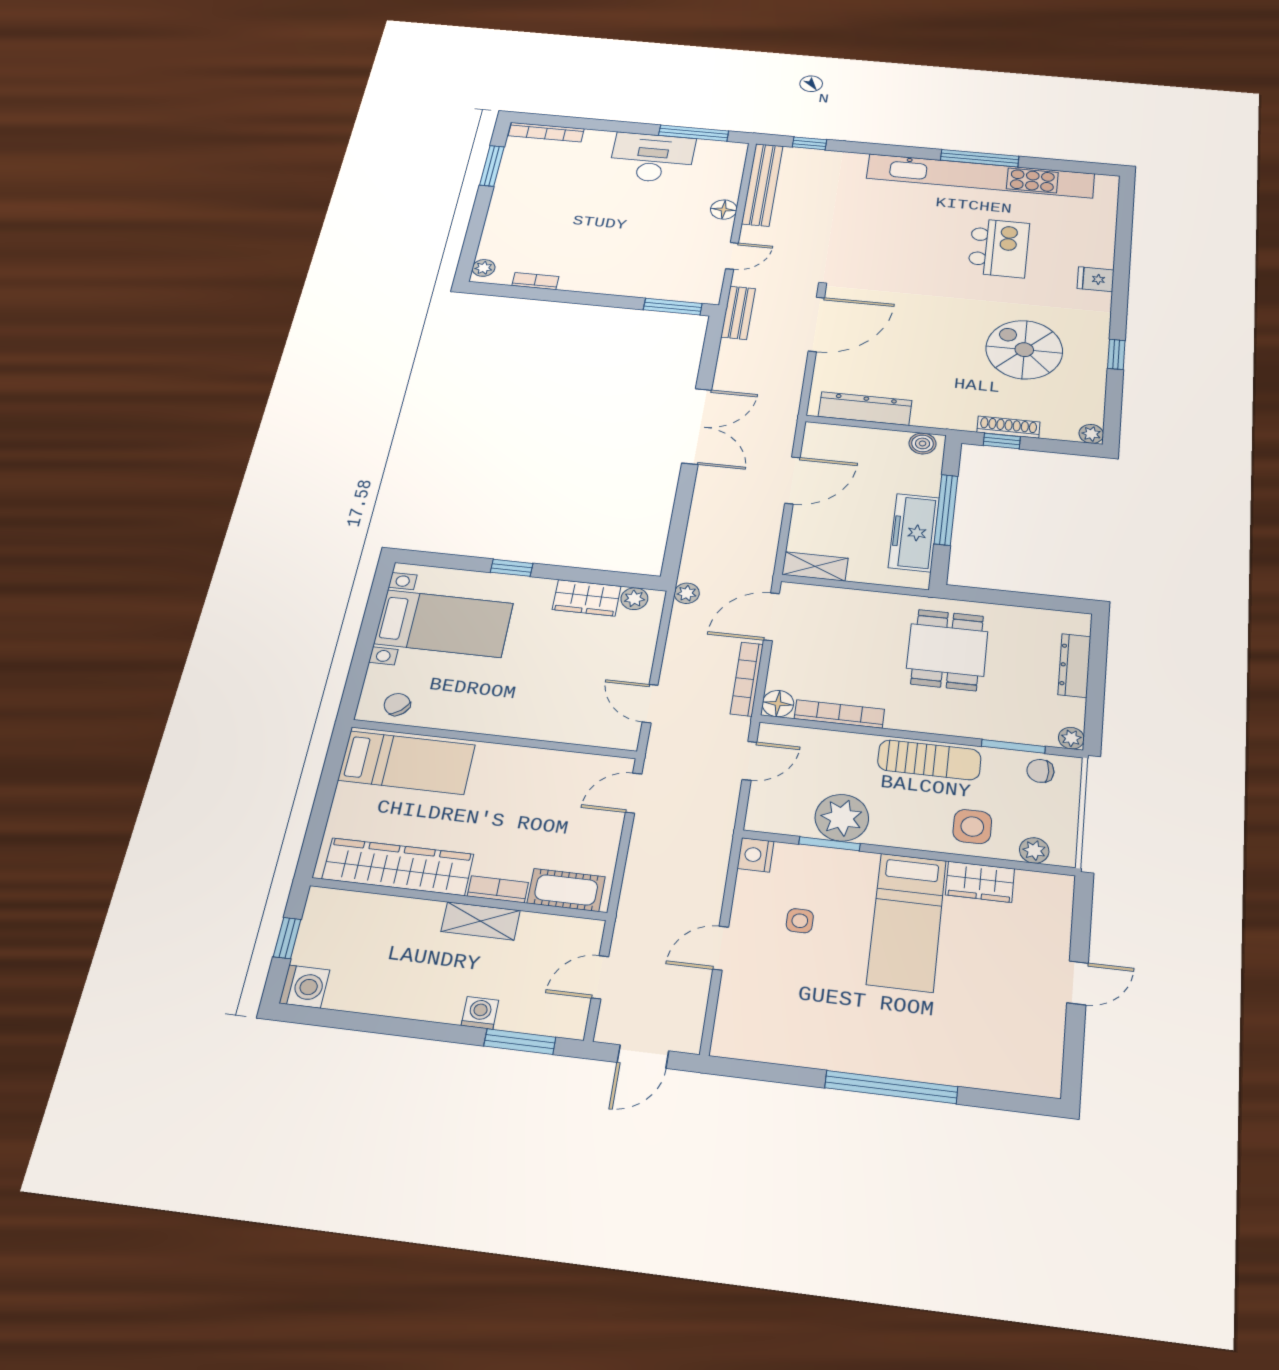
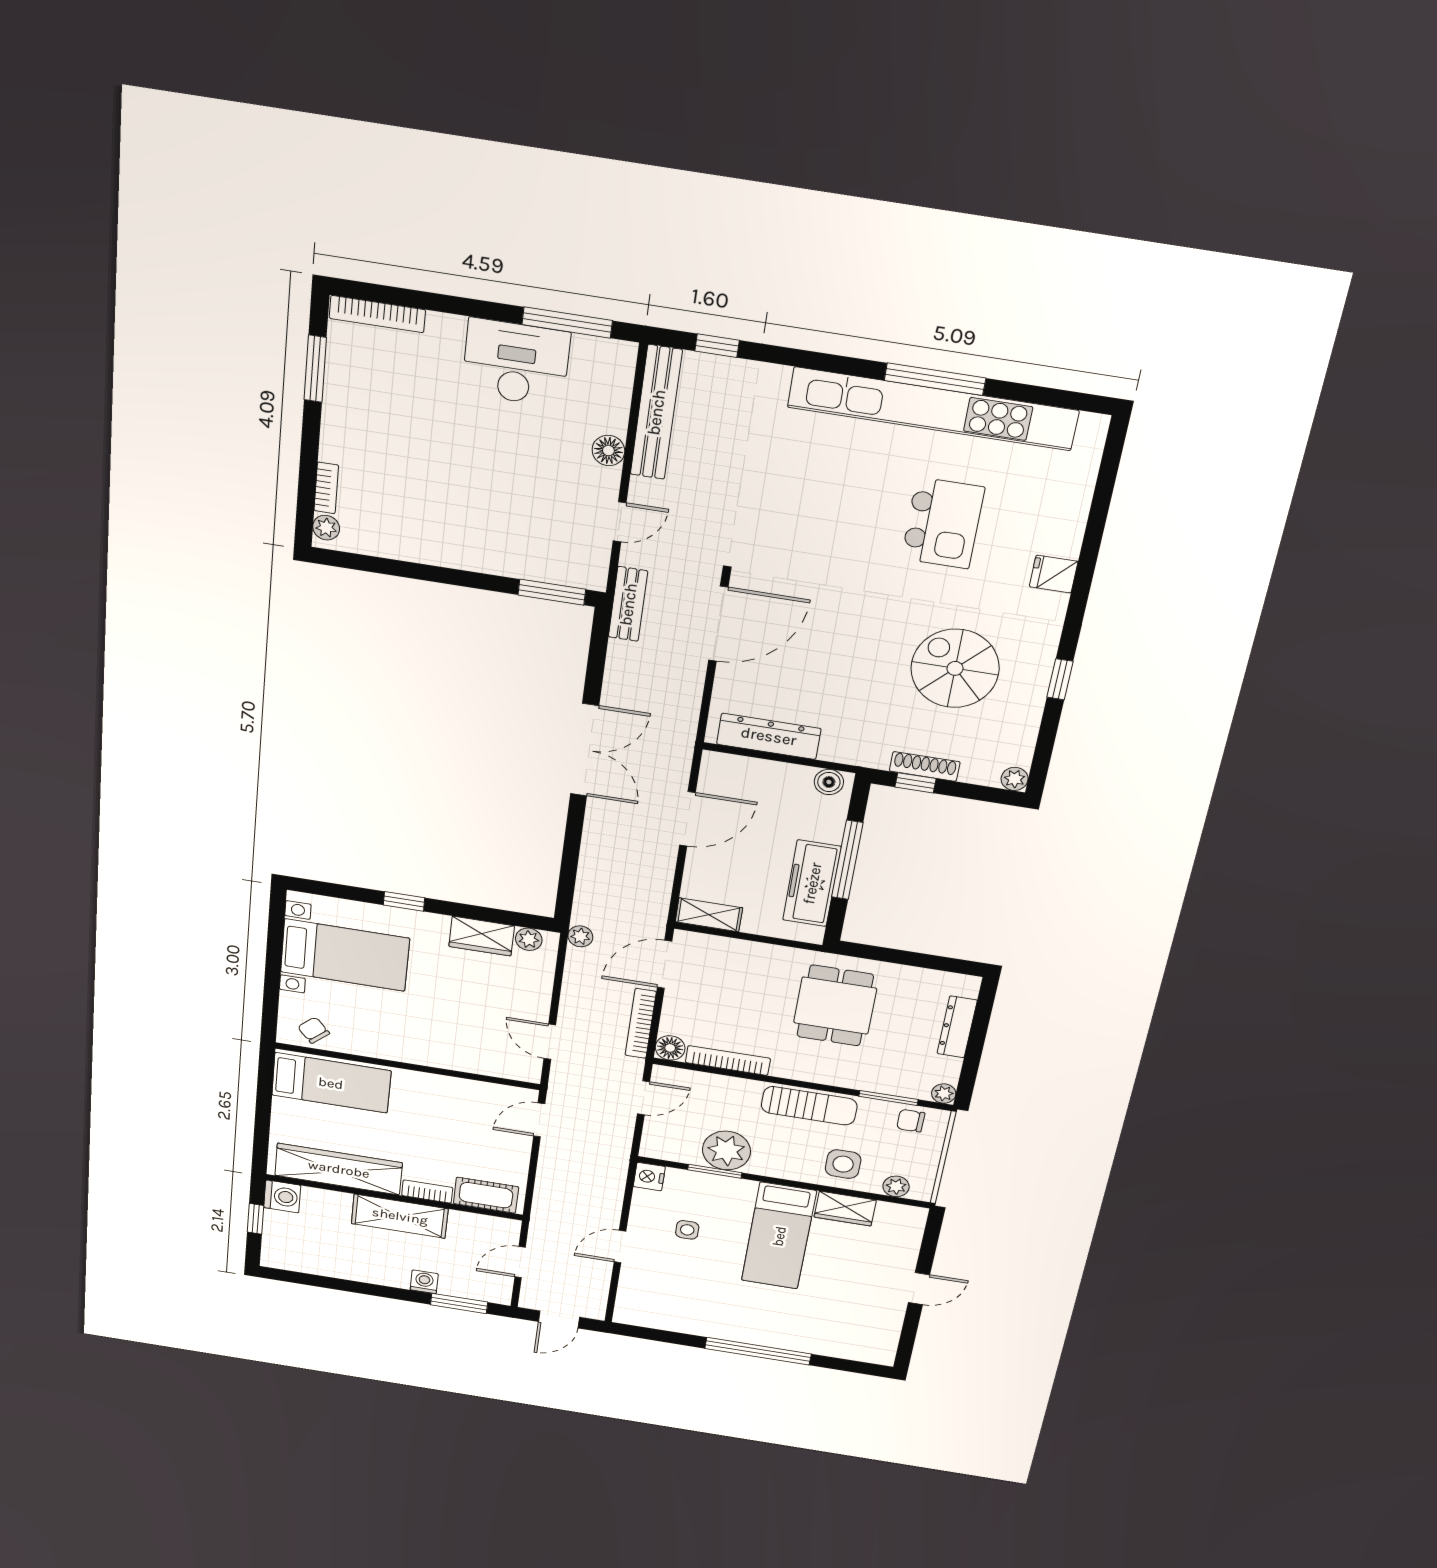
bookcase: (535, 281) -> (326, 488), moved, turned 90
shelving: (481, 921) -> (400, 1216), width x1.50, depth x1.33
washing machine: (305, 987) -> (282, 1196), moved

